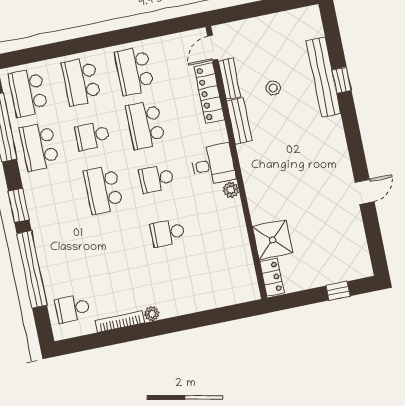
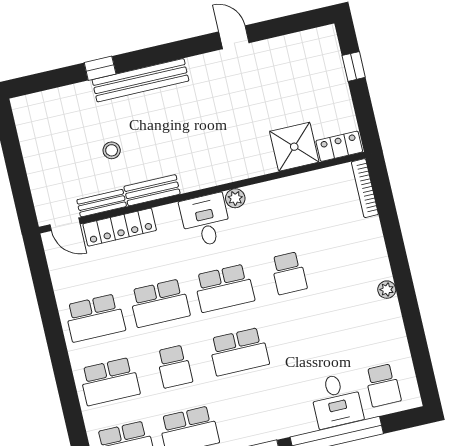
bench: (323, 77) -> (140, 80), moved
school desk: (156, 179) -> (224, 288), width x1.85
desk: (61, 270) -> (336, 401), added
bookcase: (120, 322) -> (365, 188), moved

